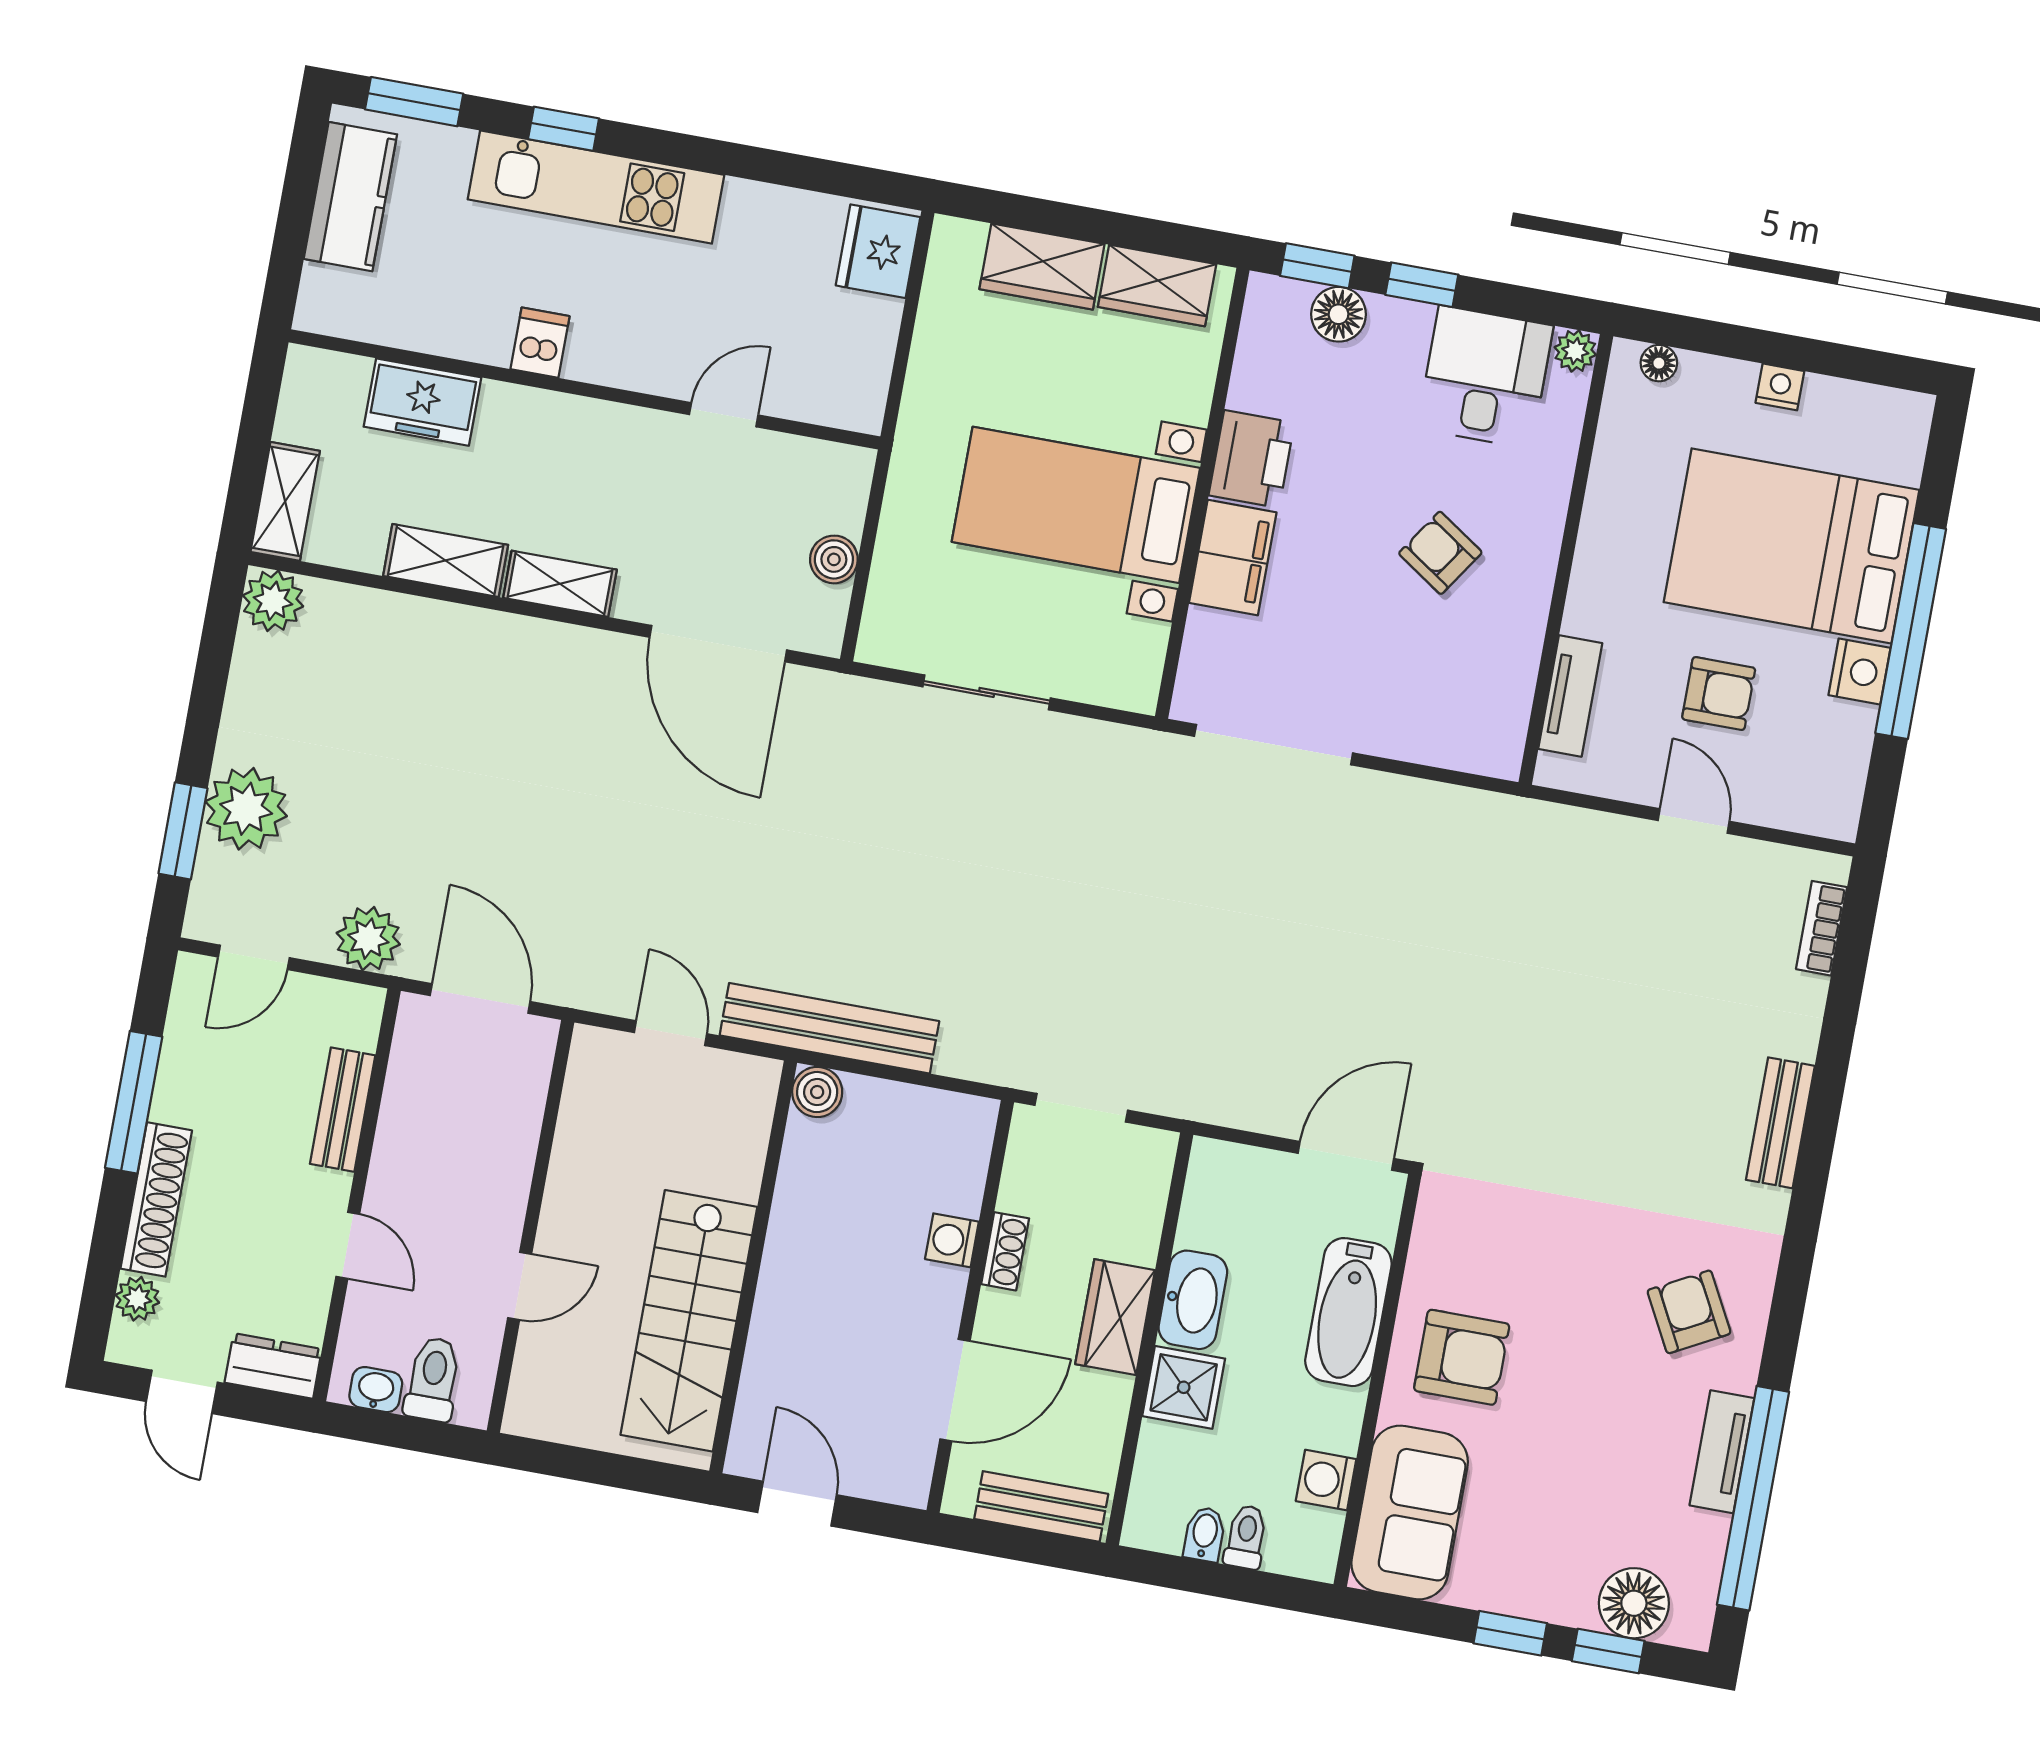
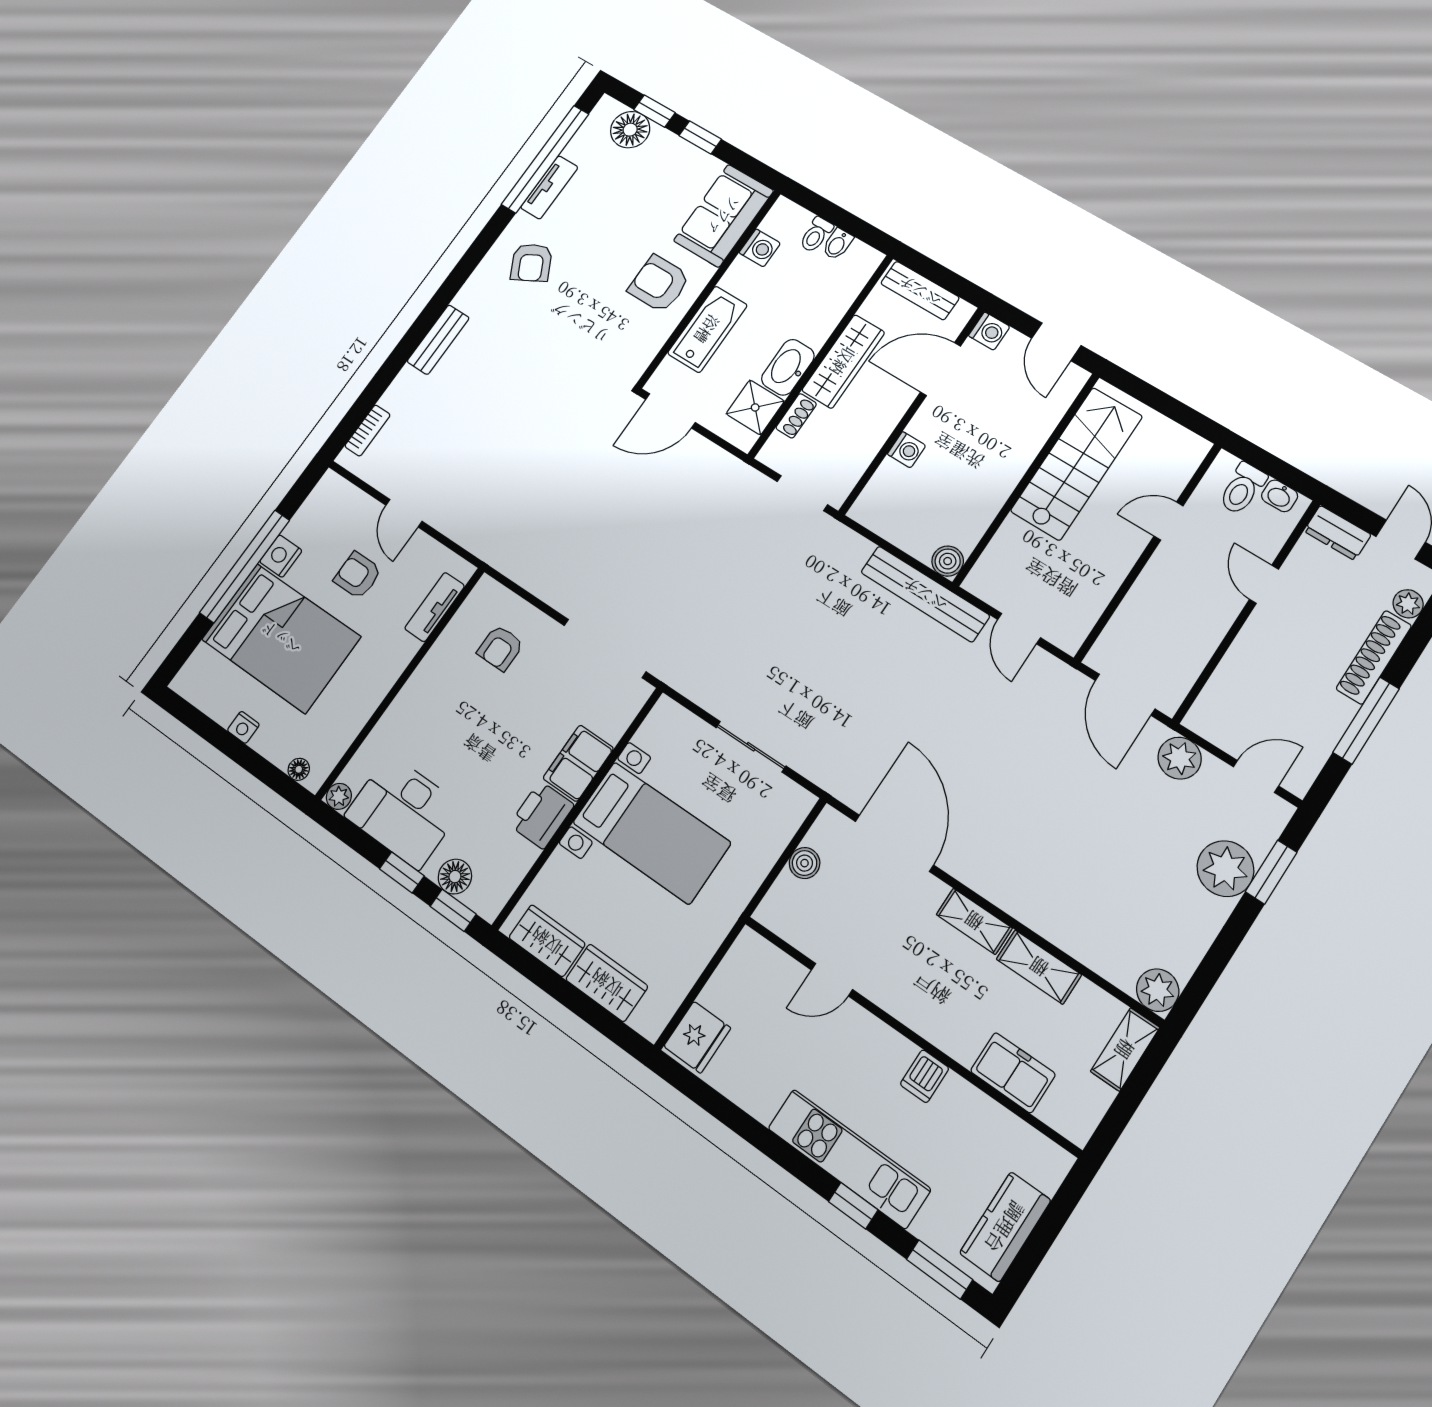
desk: (1485, 377) -> (404, 811), width x1.37
armchair: (1440, 553) -> (500, 648), moved, turned 56
bench: (343, 1110) -> (1236, 664), removed
shoe rack: (1005, 1251) -> (796, 416), moved, turned 180
wardrobe: (1115, 1317) -> (843, 361), width x1.50
shower: (1184, 1387) -> (755, 407), moved
washing machine: (906, 1481) -> (989, 331), added

